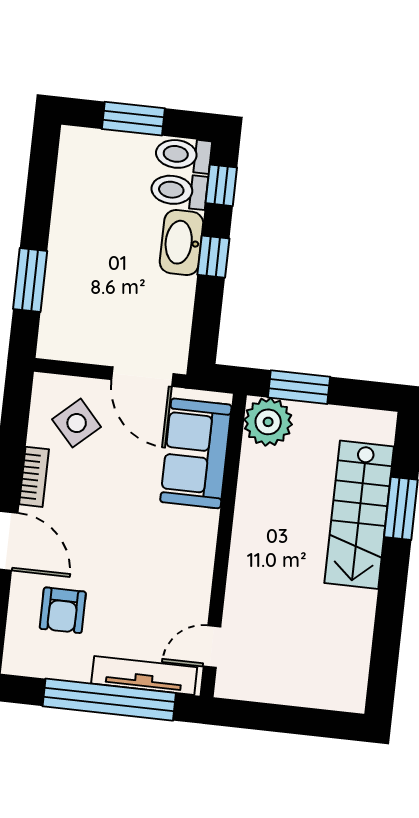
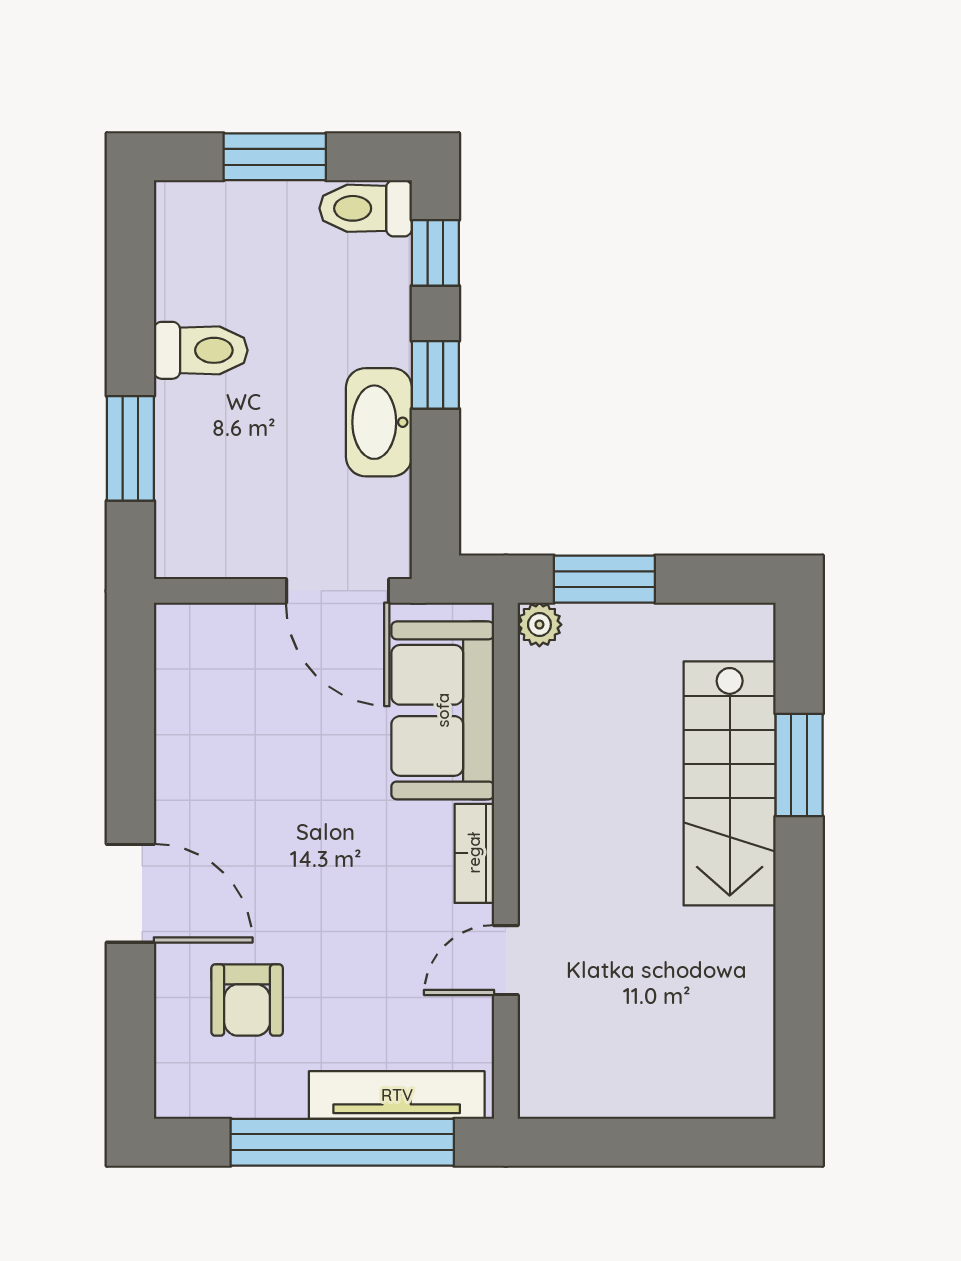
toilet: (179, 191) -> (201, 350), moved, turned 180
washbasin: (181, 243) -> (379, 422), moved
plant: (268, 422) -> (539, 625), width x0.53, depth x0.53
side table: (77, 423) -> (235, 681), removed
bookcase: (34, 477) -> (474, 853), moved, turned 180
door: (212, 647) -> (506, 960), moved

